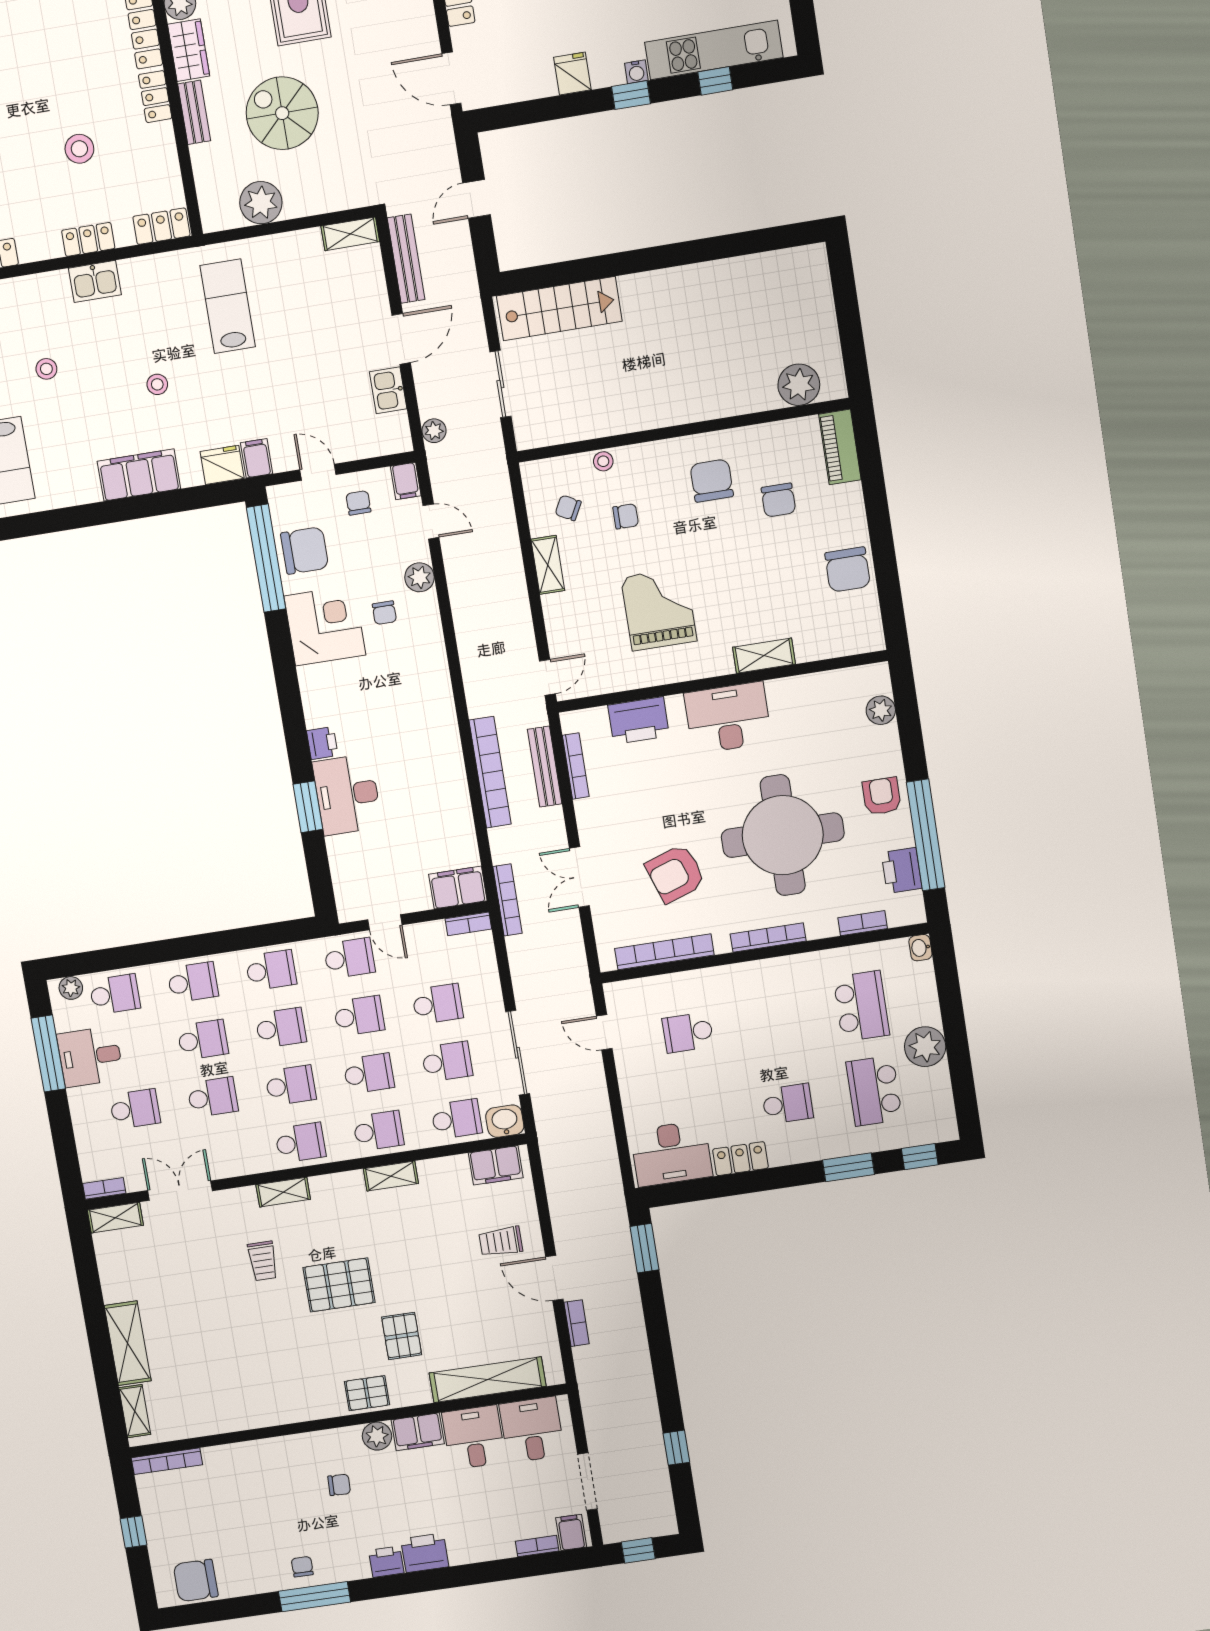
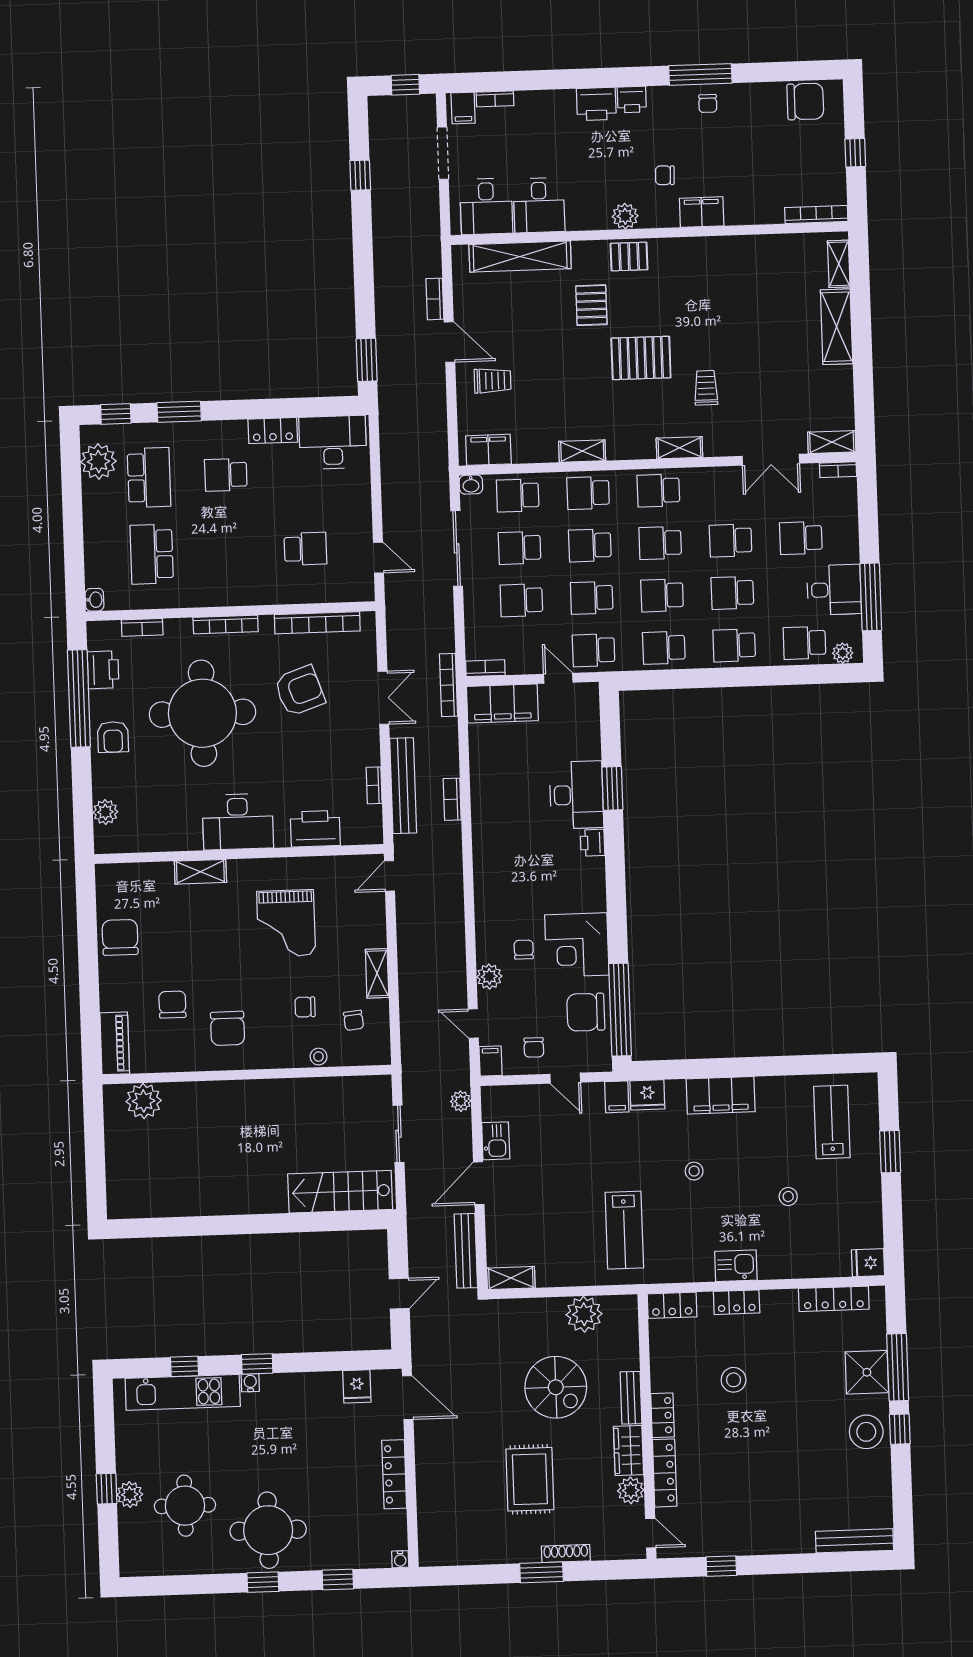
fridge: (572, 74) -> (357, 1386), moved
chair: (568, 508) -> (354, 1020), turned 56
bookcase: (576, 766) -> (374, 785), width x0.64
bench: (545, 767) -> (403, 786), width x1.37, depth x1.21
bookcase: (490, 772) -> (452, 799), width x0.43, depth x0.76
filing cabinet: (458, 888) -> (502, 704), width x1.50, depth x1.17
plant: (925, 1047) -> (98, 462), moved
washbasin: (505, 1121) -> (471, 485), width x0.72, depth x0.69
filing cabinet: (418, 1432) -> (702, 212), moved

